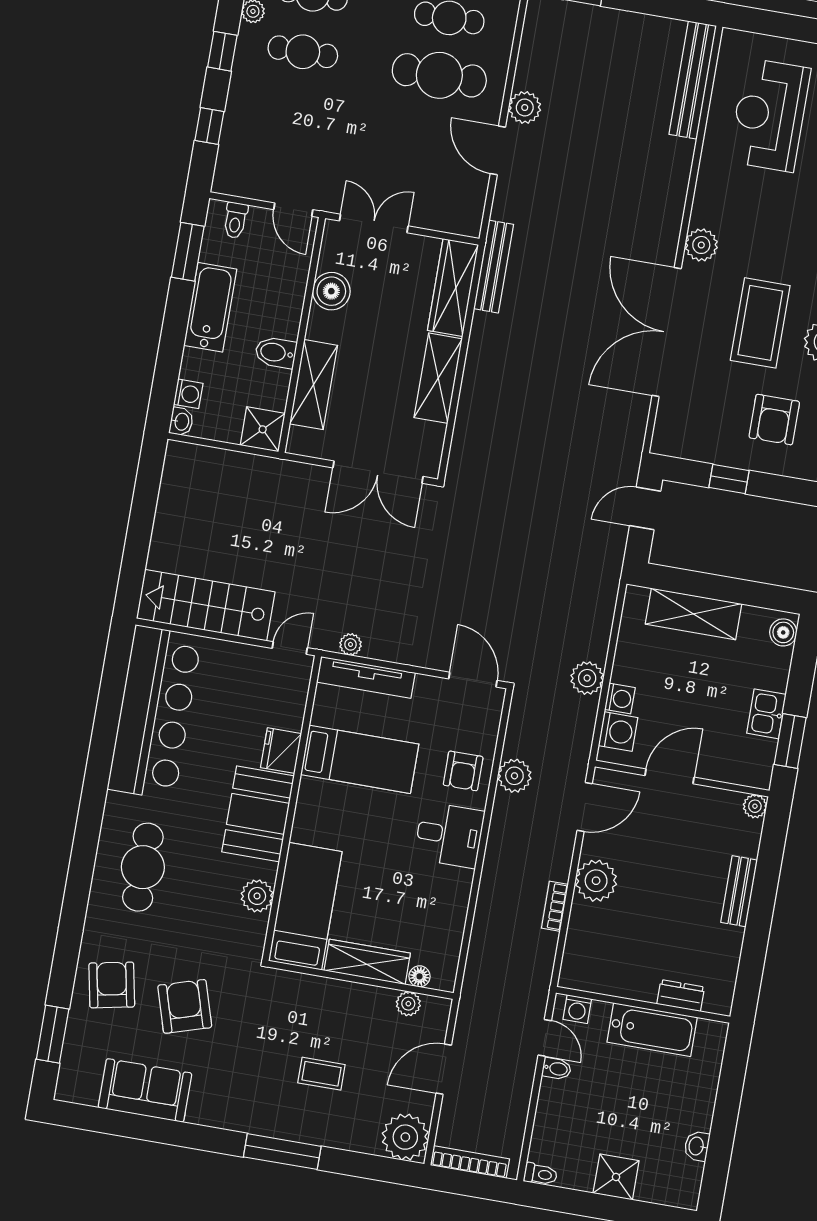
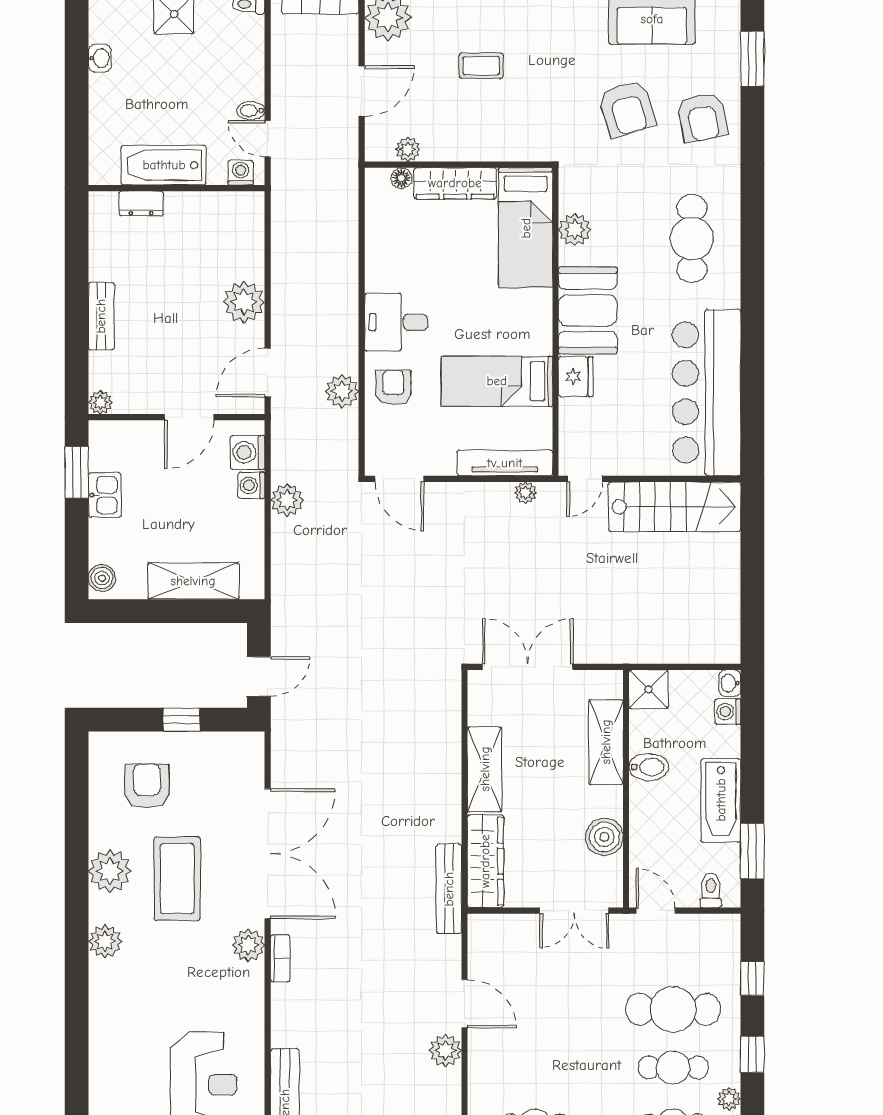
cafe table: (439, 75) -> (673, 1009), moved
bookcase: (555, 906) -> (280, 958), moved

